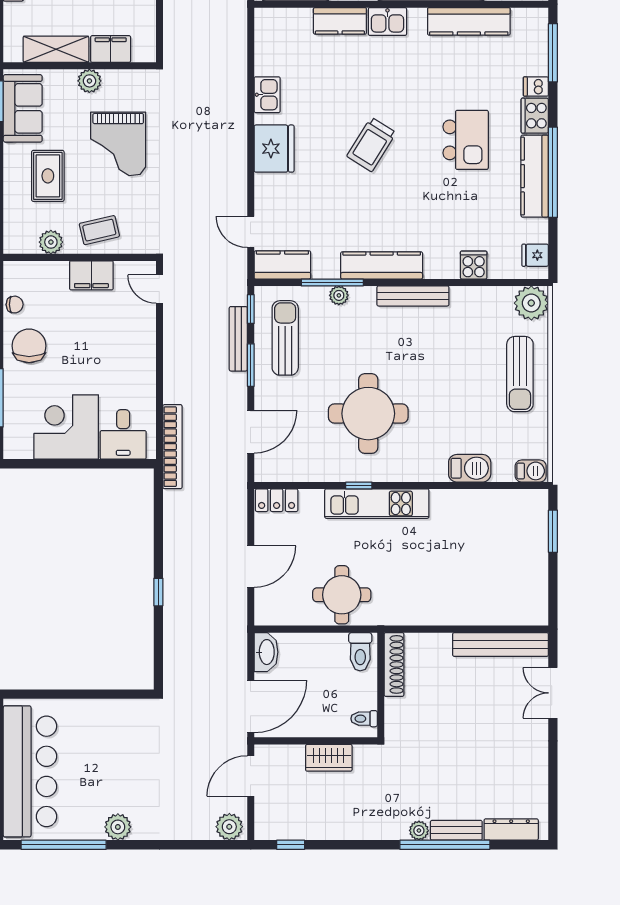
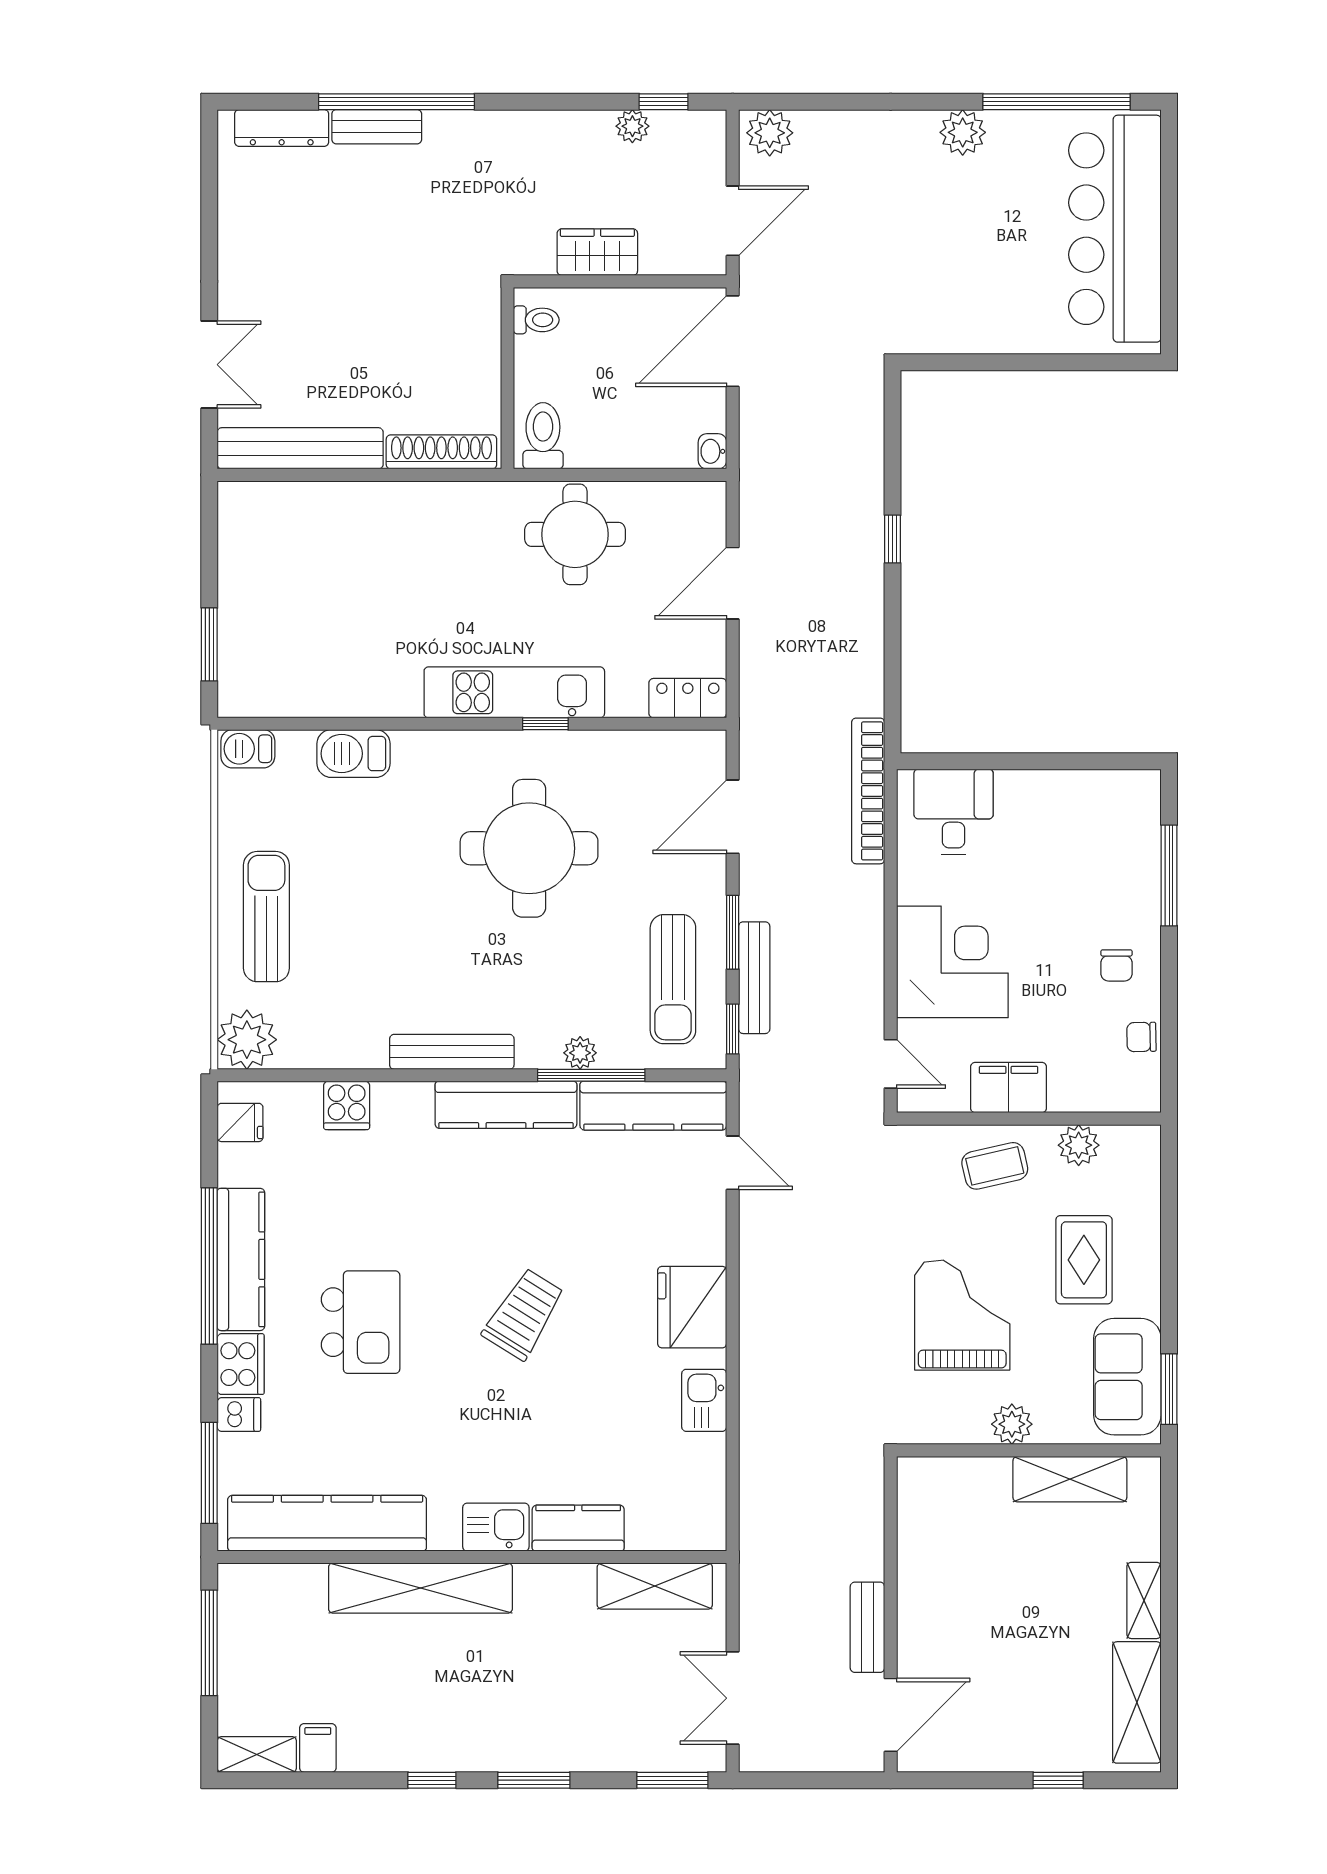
kitchen counter: (469, 21) -> (327, 1523), width x1.39, depth x1.17
filing cabinet: (111, 49) -> (975, 1479), removed
kitchen island: (466, 140) -> (361, 1322), turned 180
kitchen counter: (282, 265) -> (653, 1106), width x1.50
chair: (29, 346) -> (1116, 965), width x0.54, depth x0.54
corner desk: (66, 427) -> (952, 962), moved, turned -90
washbasin: (266, 652) -> (712, 451), width x0.52, depth x0.69
shoe rack: (394, 664) -> (441, 452), moved, turned 90
plant: (419, 831) -> (632, 126), moved

